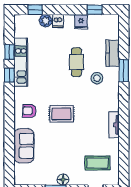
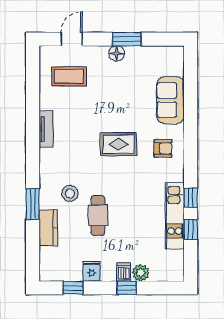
window: (35, 10) -> (127, 288), moved

